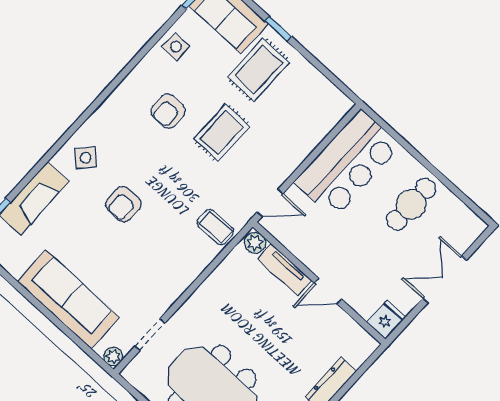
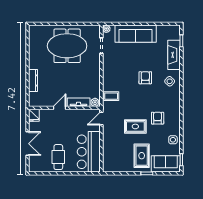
rug: (222, 133) -> (135, 126), turned 90

